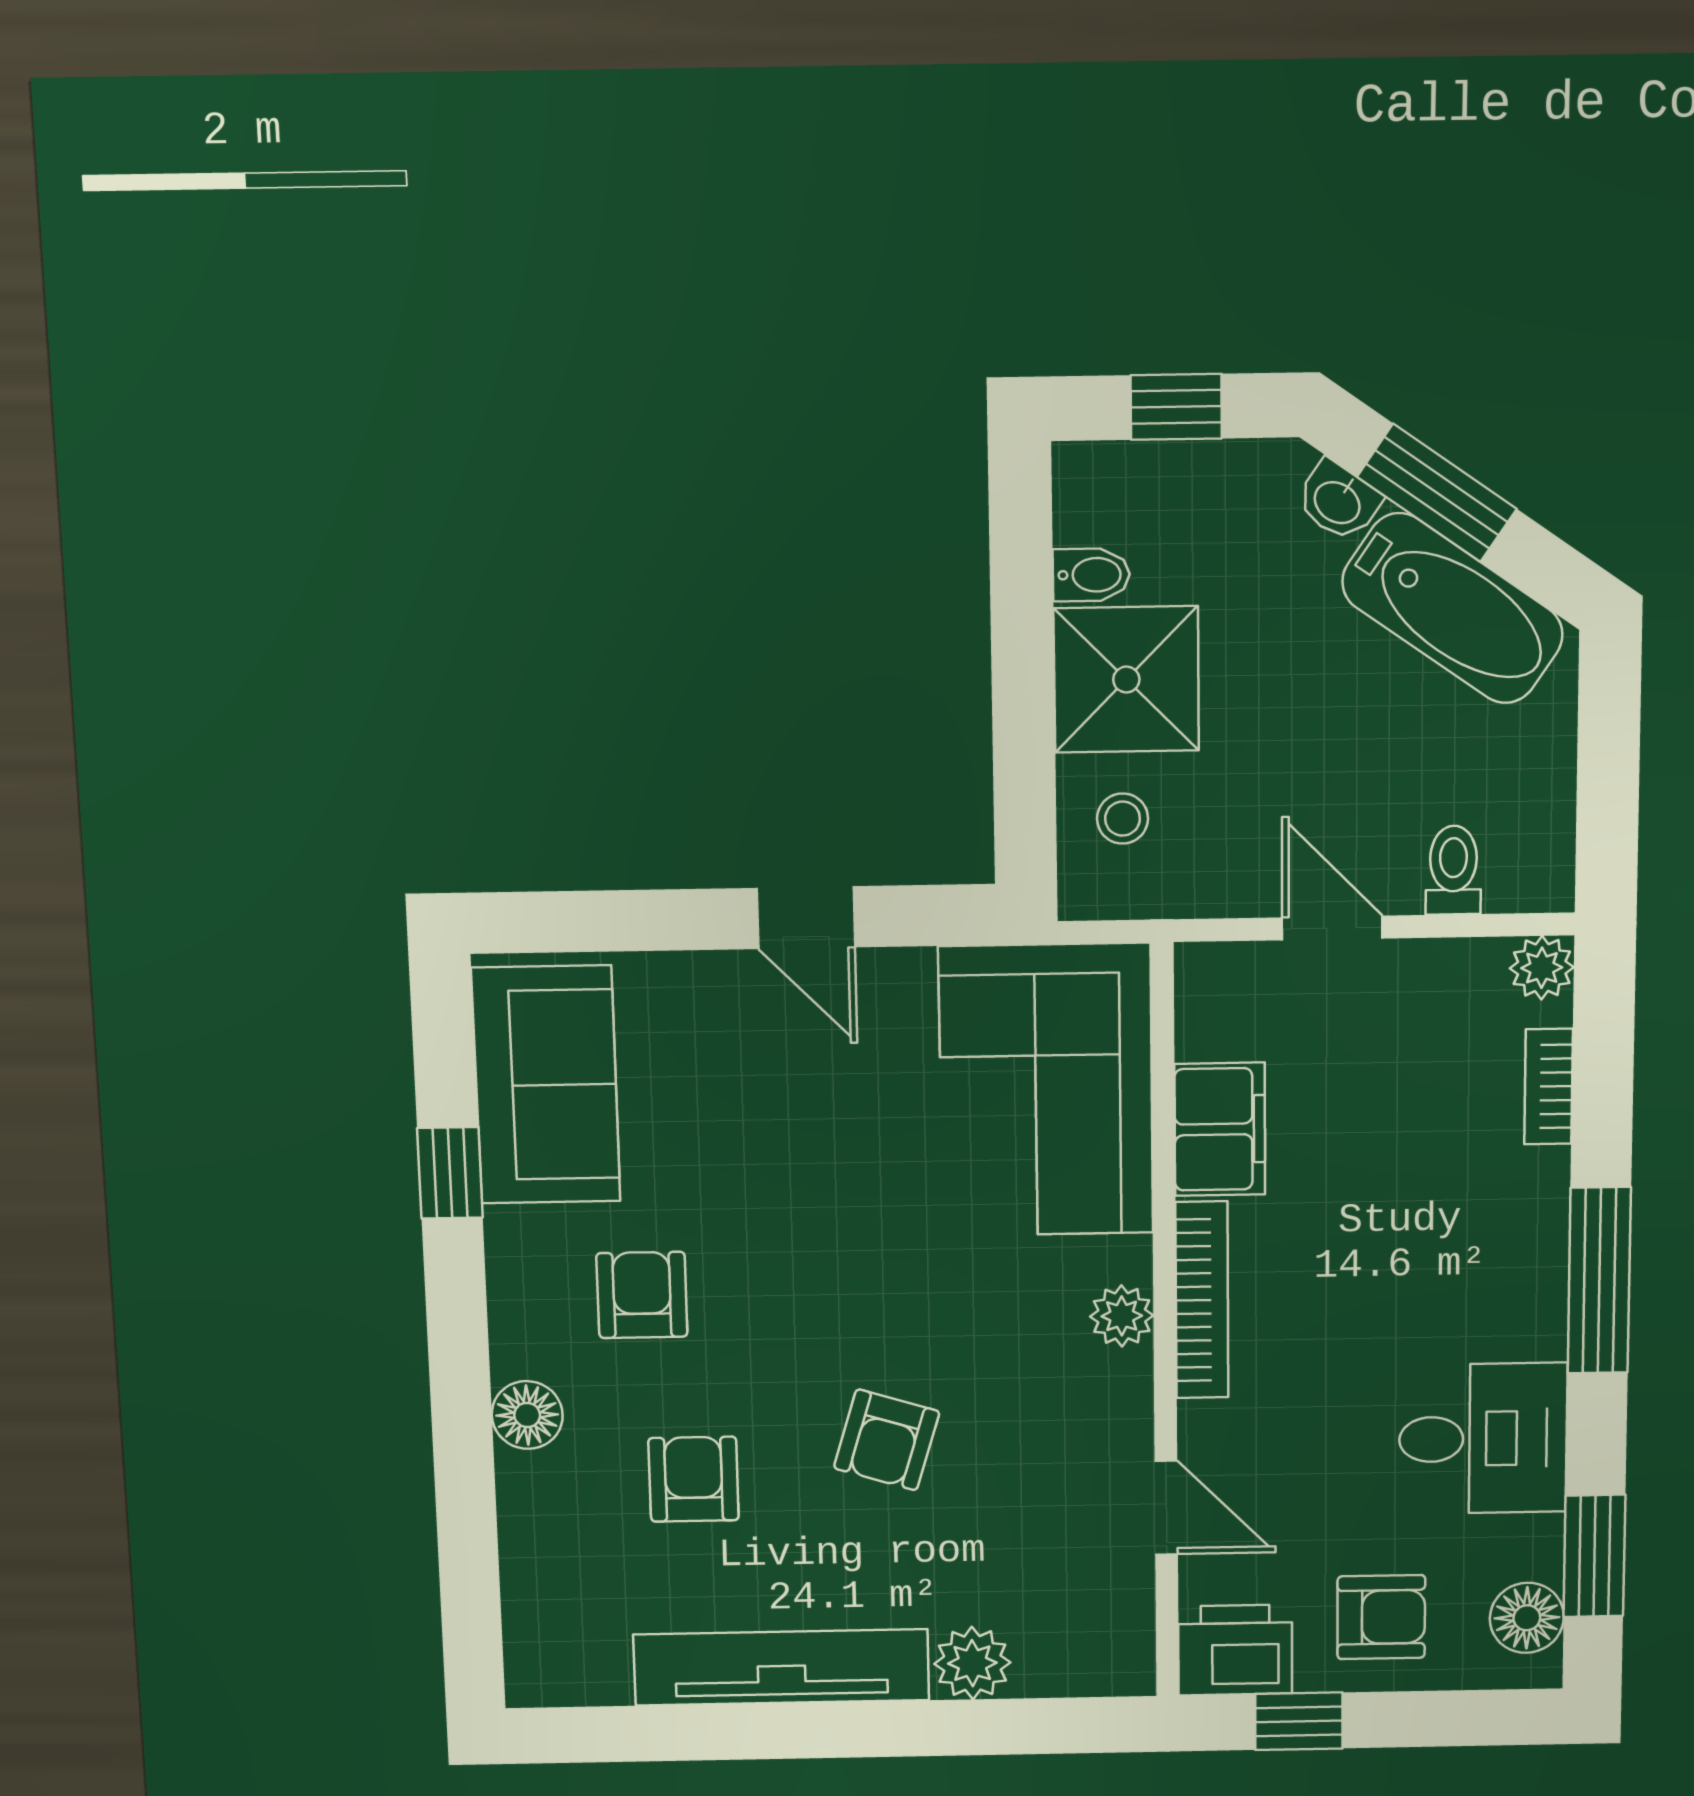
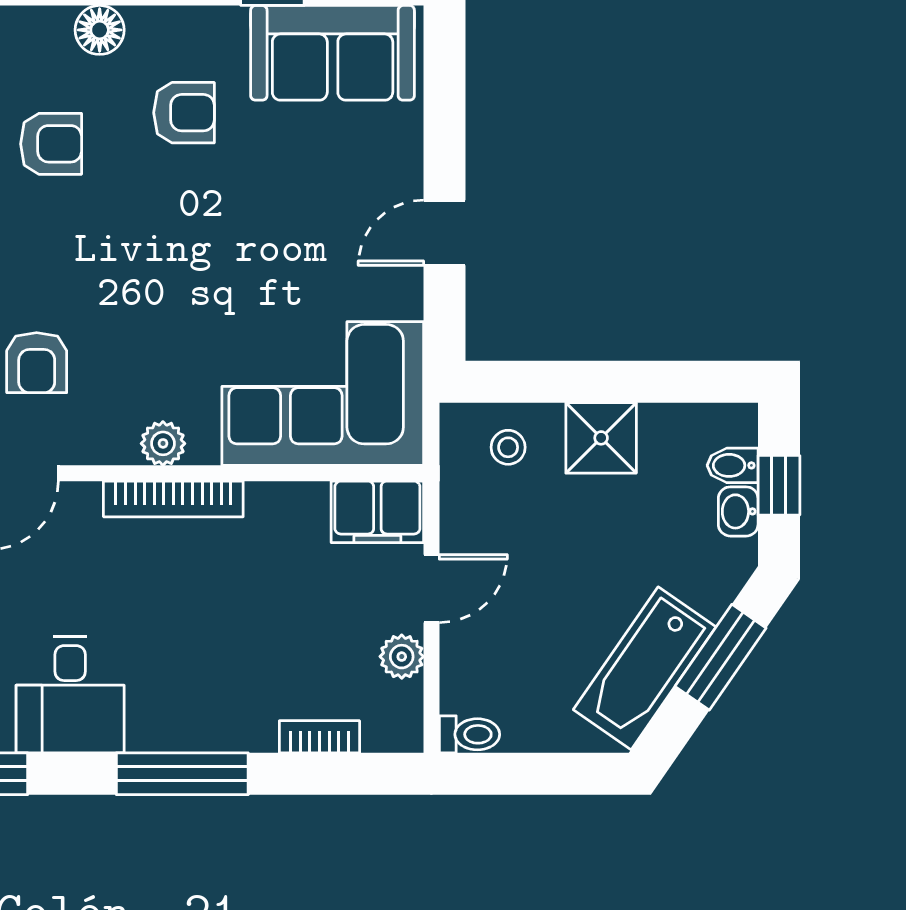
washbasin: (1338, 501) -> (738, 511), moved, turned -35
bidet: (1091, 575) -> (733, 465), moved, turned 90
shower: (1126, 680) -> (601, 438), width x0.73, depth x0.73
toilet: (1453, 870) -> (469, 734), moved
plant: (1542, 968) -> (402, 657), moved
filing cabinet: (1220, 1129) -> (377, 512), moved
armchair: (887, 1440) -> (37, 363), moved, turned -107

